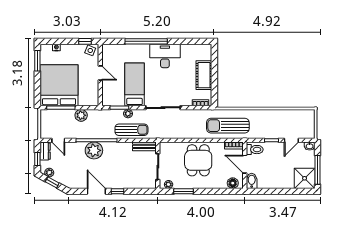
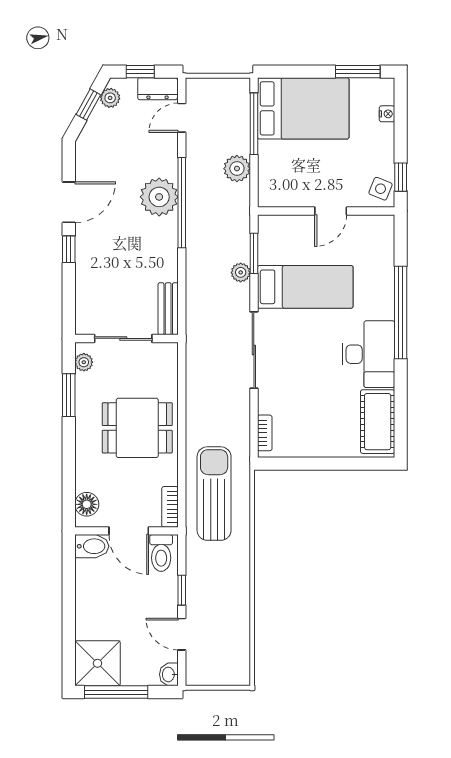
cot: (204, 75) -> (378, 422), moved, turned 90
bed: (59, 85) -> (303, 108), width x0.73
sun lounger: (131, 130) -> (205, 280), removed
door: (245, 164) -> (129, 531), swing flipped

